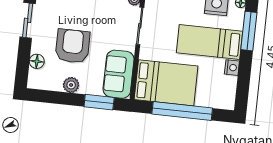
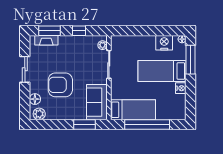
armchair: (73, 46) -> (60, 85), turned -90
bed: (166, 83) -> (133, 110), width x0.67
plant: (71, 85) -> (39, 114), moved

